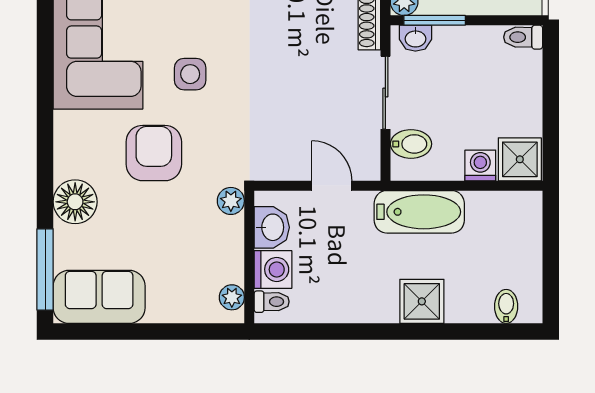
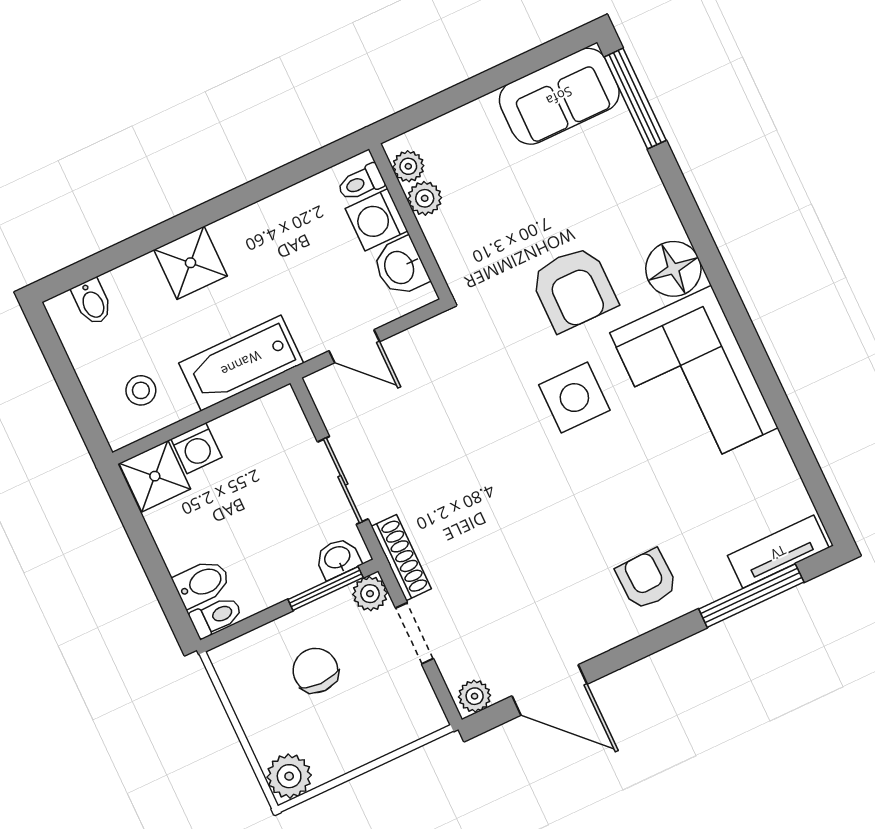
side table: (190, 74) -> (574, 398), width x1.37, depth x1.37
bidet: (411, 144) -> (202, 583), moved, turned 180
plant: (231, 201) -> (425, 198), moved
floor lamp: (75, 202) -> (673, 269), moved
stool: (501, 226) -> (141, 390), added

